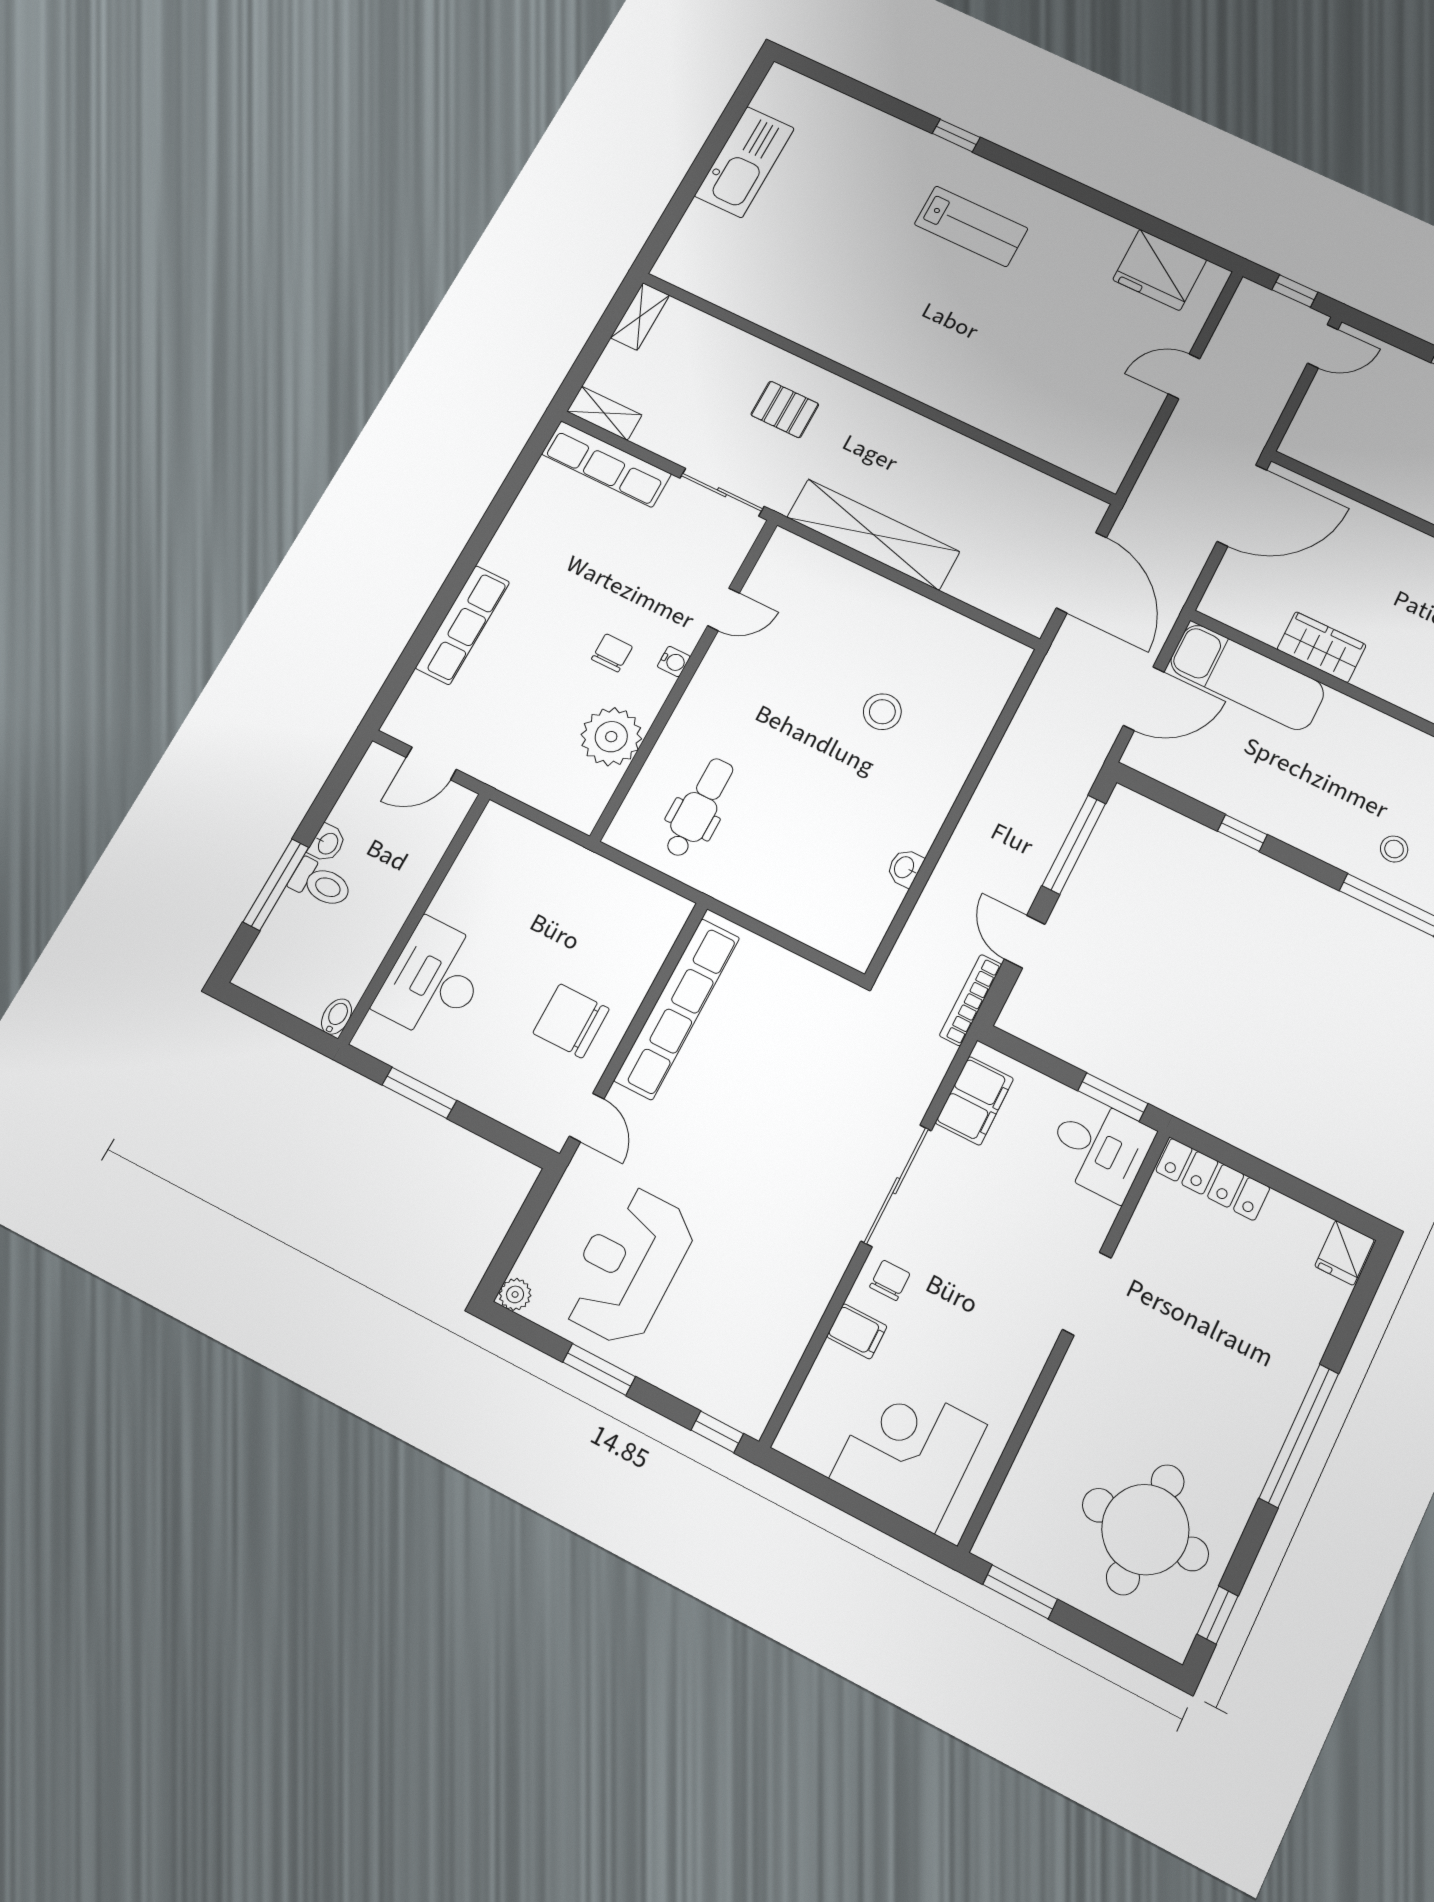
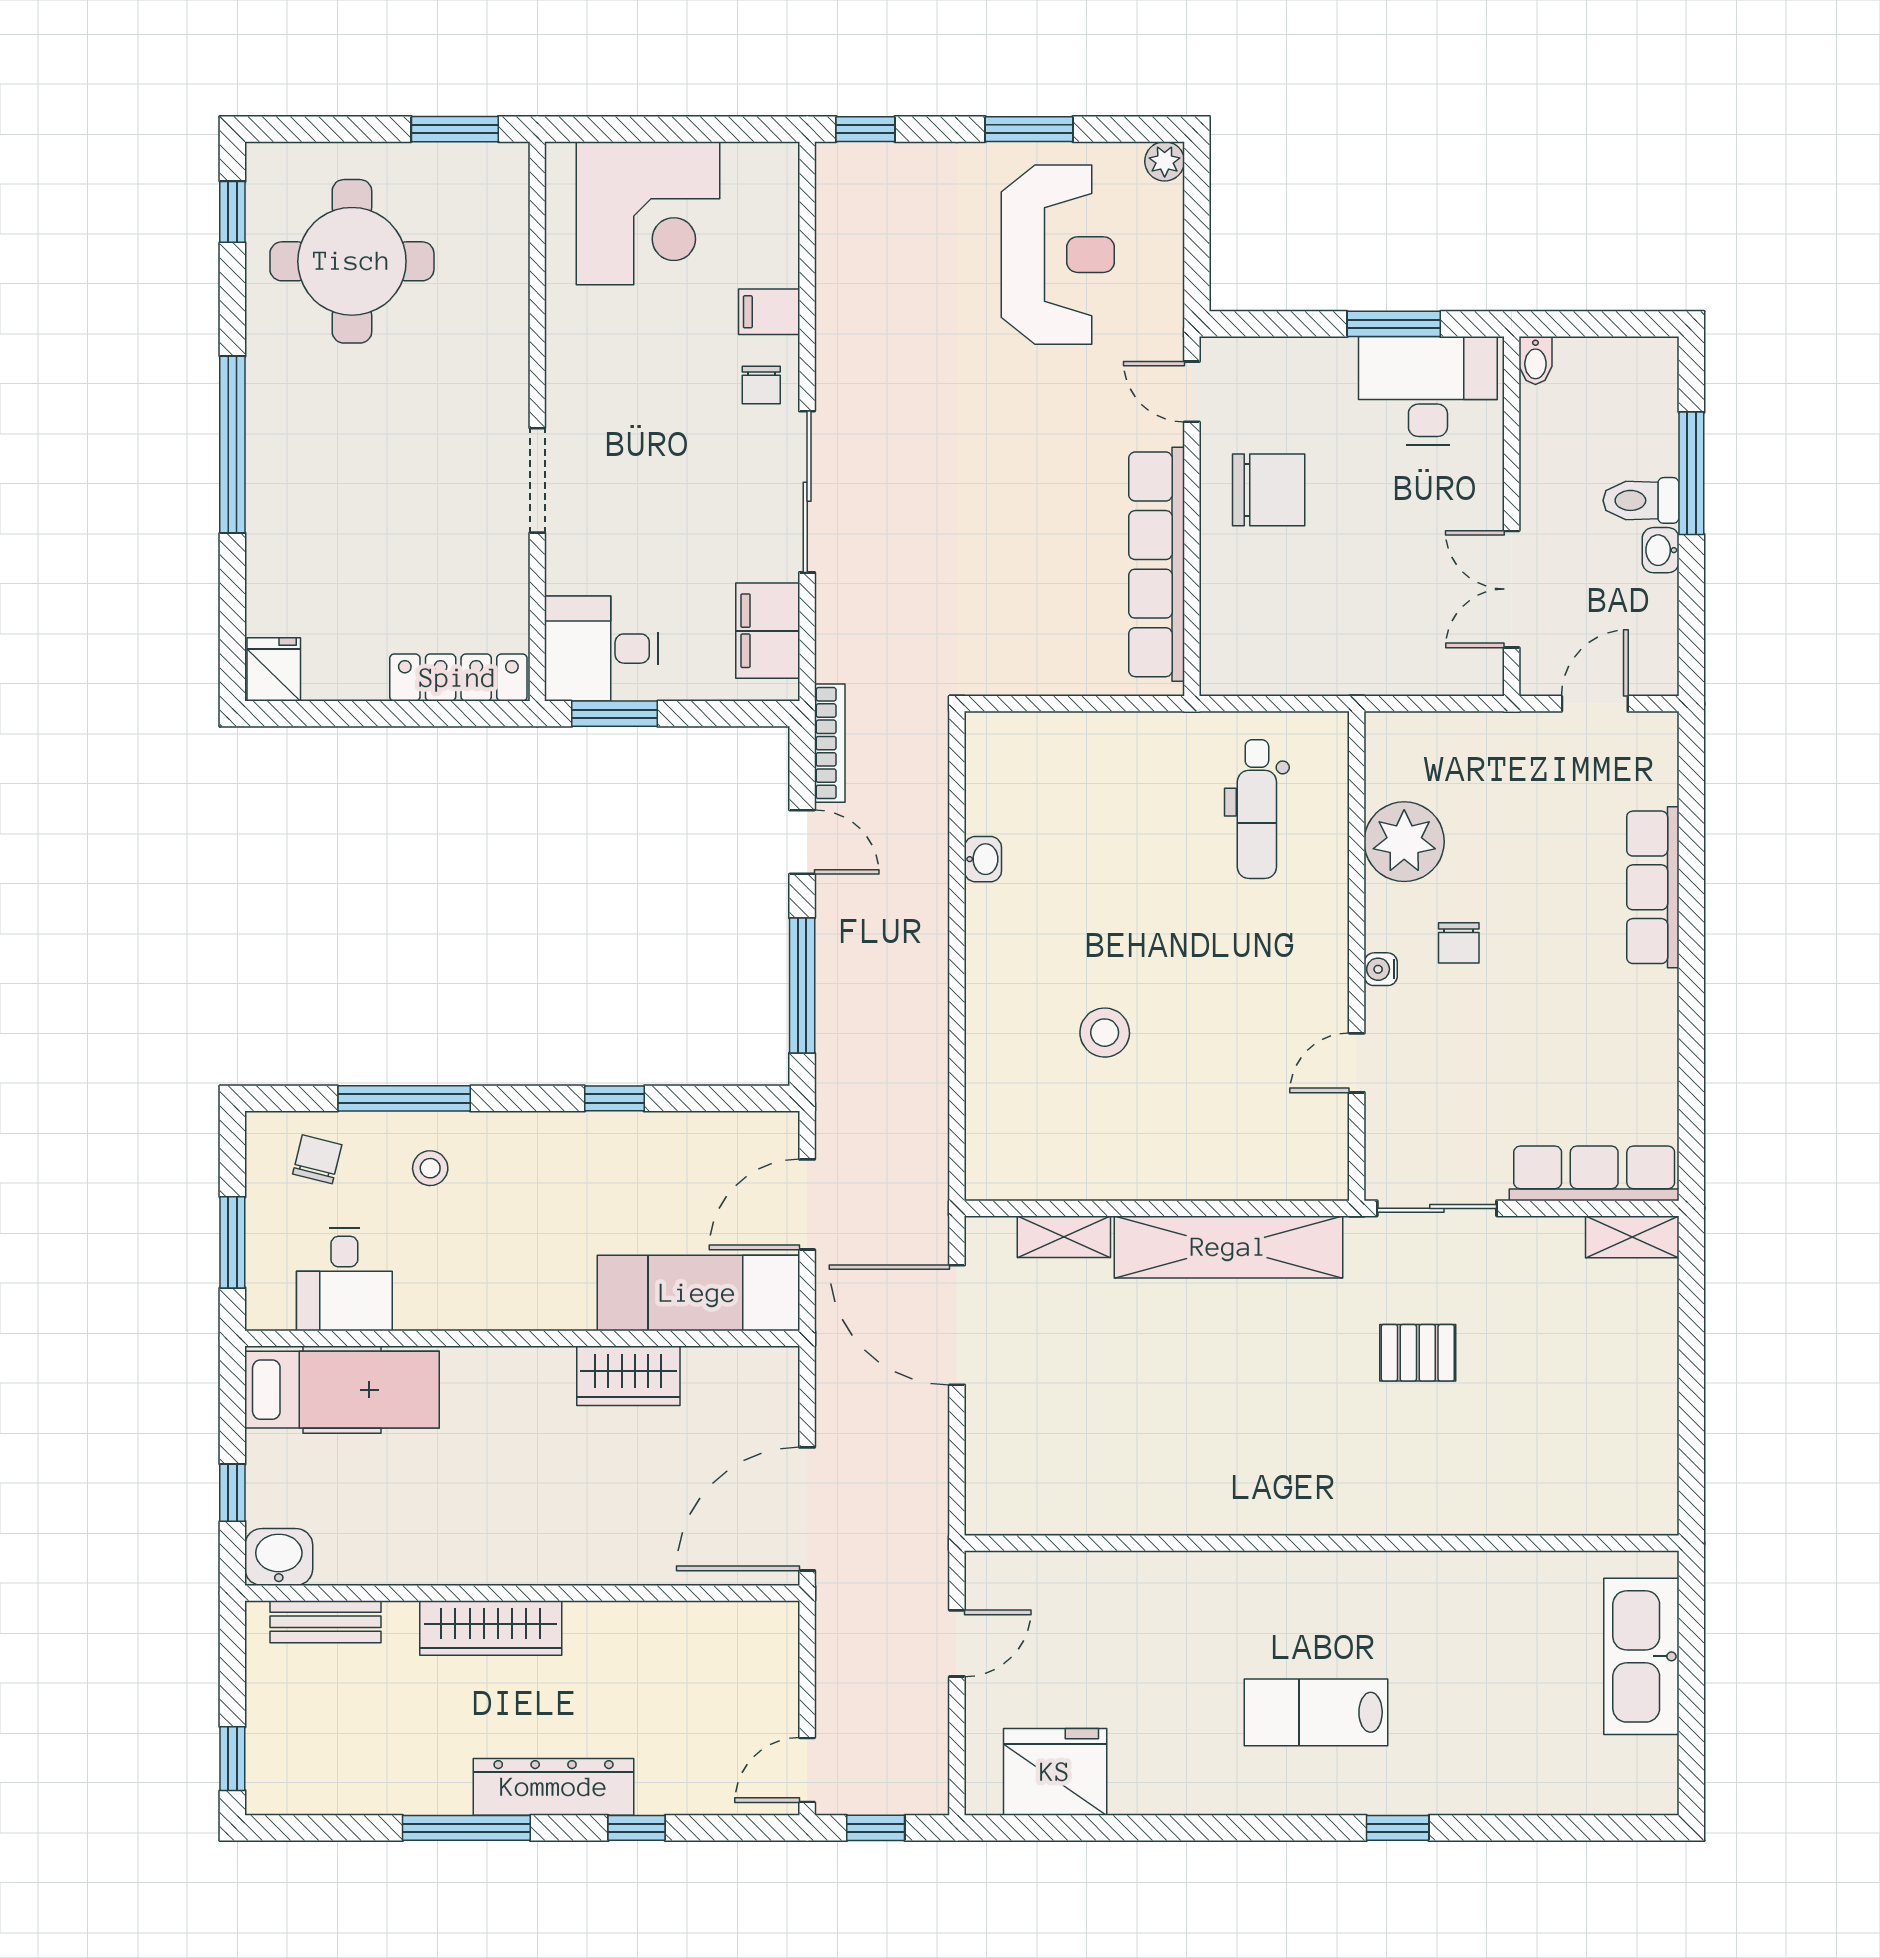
shelving: (640, 316) -> (1064, 1237), moved, turned 90
wall: (877, 387) -> (1322, 1543), moved
double door: (443, 868) -> (1512, 589), added
desk: (434, 980) -> (1428, 391), moved, turned -90

